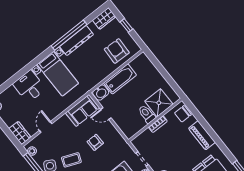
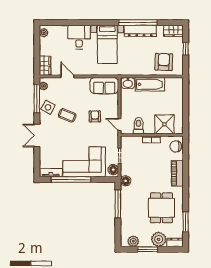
door: (106, 114) -> (119, 125), moved
toilet: (147, 114) -> (139, 126), moved
door: (46, 127) -> (67, 76), hinge flipped

